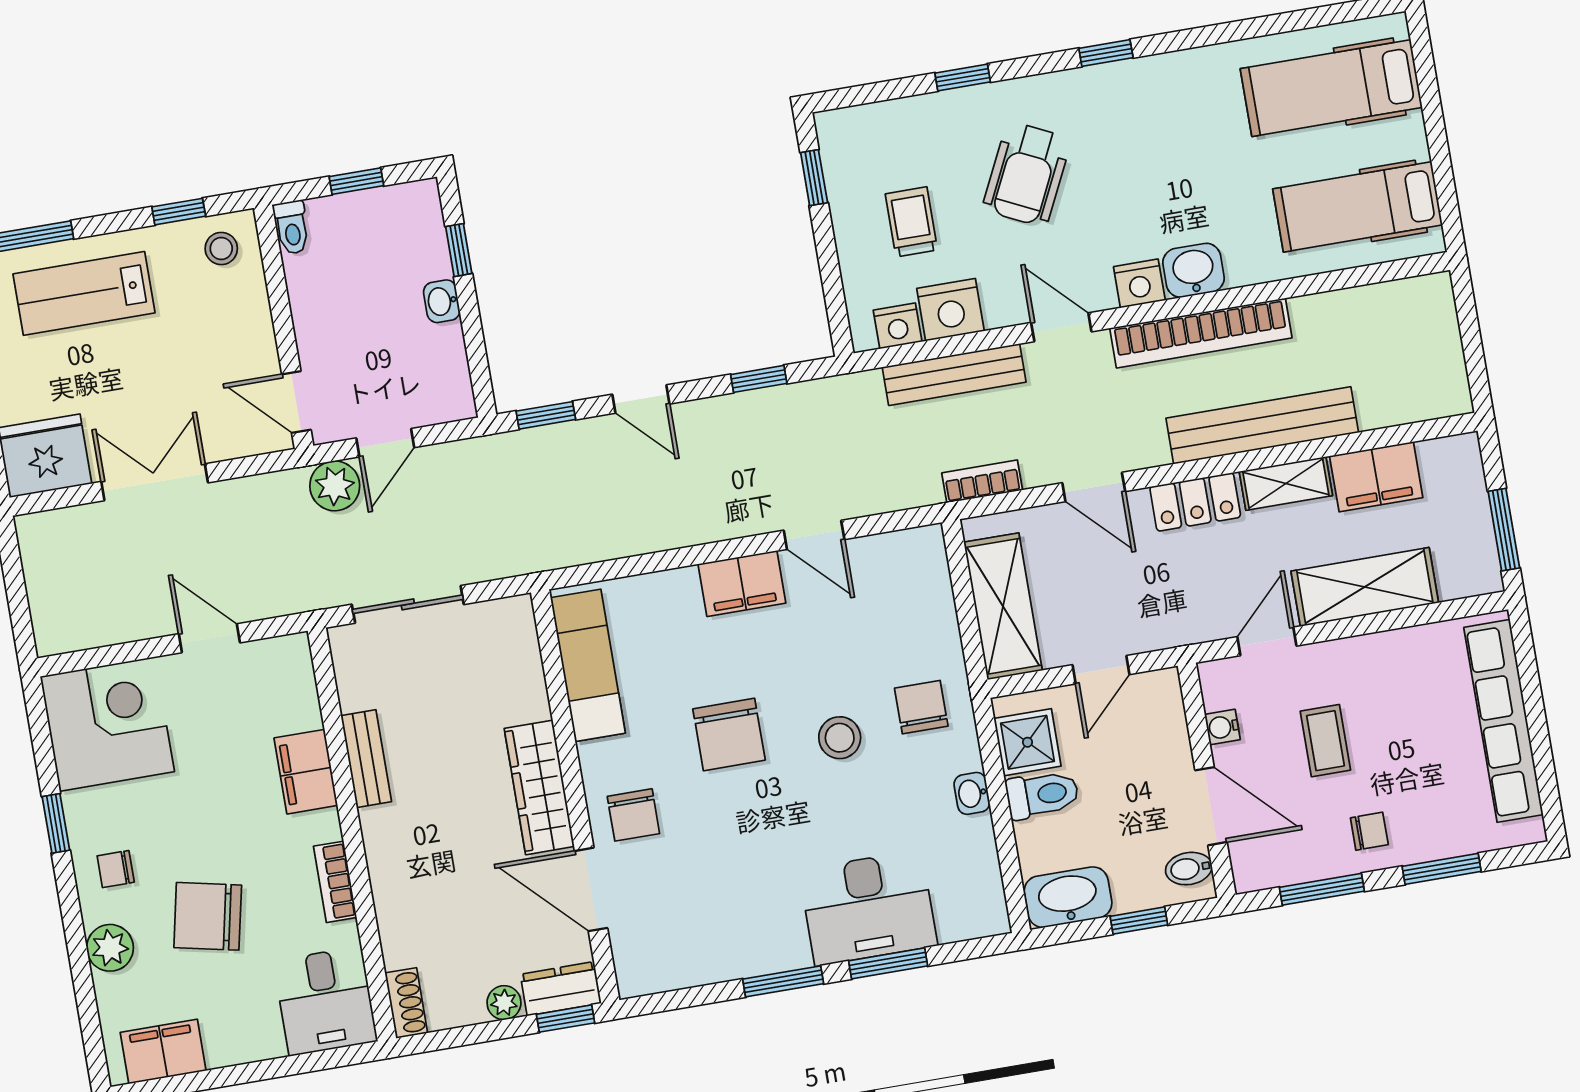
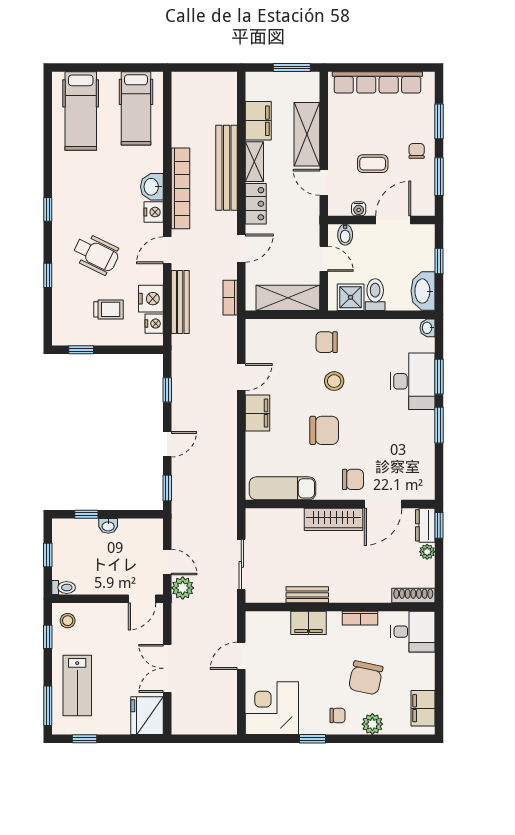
trolley: (911, 222) -> (109, 309), turned 180
washbasin: (972, 793) -> (427, 328), moved, turned 90
chair: (116, 869) -> (338, 715), turned -90
bidet: (1189, 869) -> (345, 235), moved
shoe rack: (406, 1003) -> (413, 596), width x1.43

